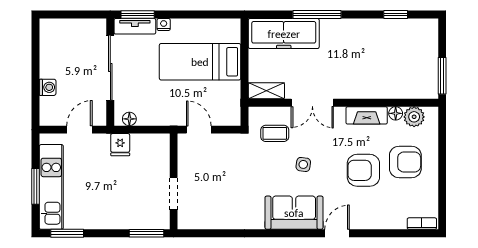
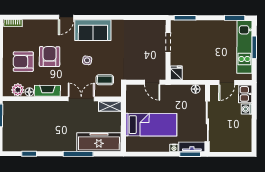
kitchen sink: (50, 111) -> (245, 94), added
fridge: (120, 145) -> (176, 73), moved
armchair: (363, 170) -> (50, 57), turned -90

